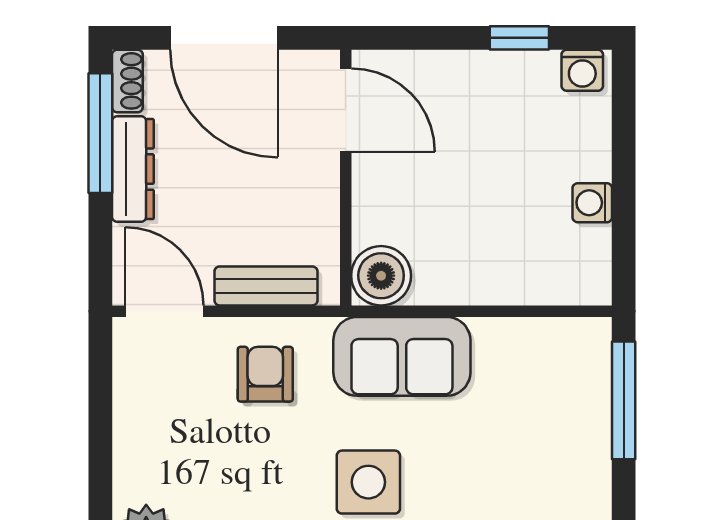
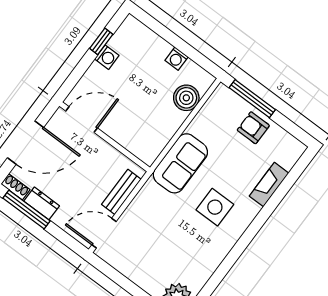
washing machine: (582, 70) -> (107, 57), moved
dresser: (133, 169) -> (42, 203), width x0.70
boiler: (381, 276) -> (186, 98), moved
armchair: (265, 374) -> (253, 128), moved

